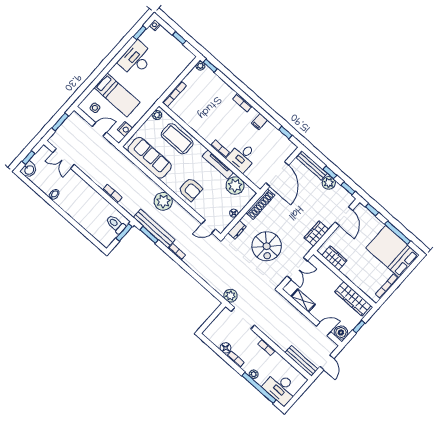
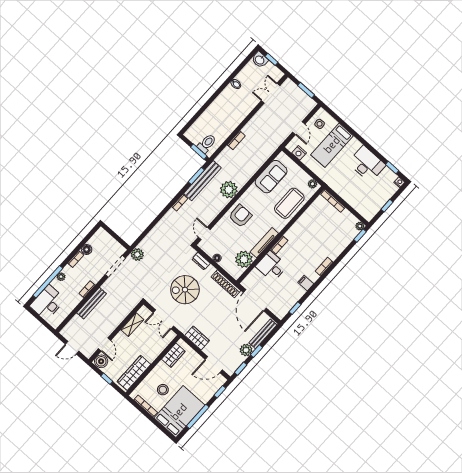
sofa: (150, 158) -> (271, 177), width x0.73
door: (277, 174) -> (255, 300), hinge flipped
armchair: (190, 189) -> (240, 216), turned 180
stool: (370, 269) -> (163, 390), added
bench: (301, 361) -> (92, 303), moved

